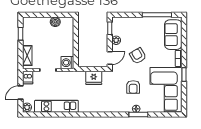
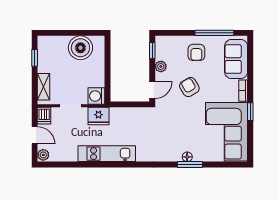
boiler: (55, 22) -> (80, 48), width x1.86, depth x1.86
fridge: (94, 78) -> (98, 116), moved
armchair: (133, 87) -> (196, 52), moved
door: (21, 92) -> (35, 135), swing flipped
kitchen unit: (56, 106) -> (107, 154), moved

